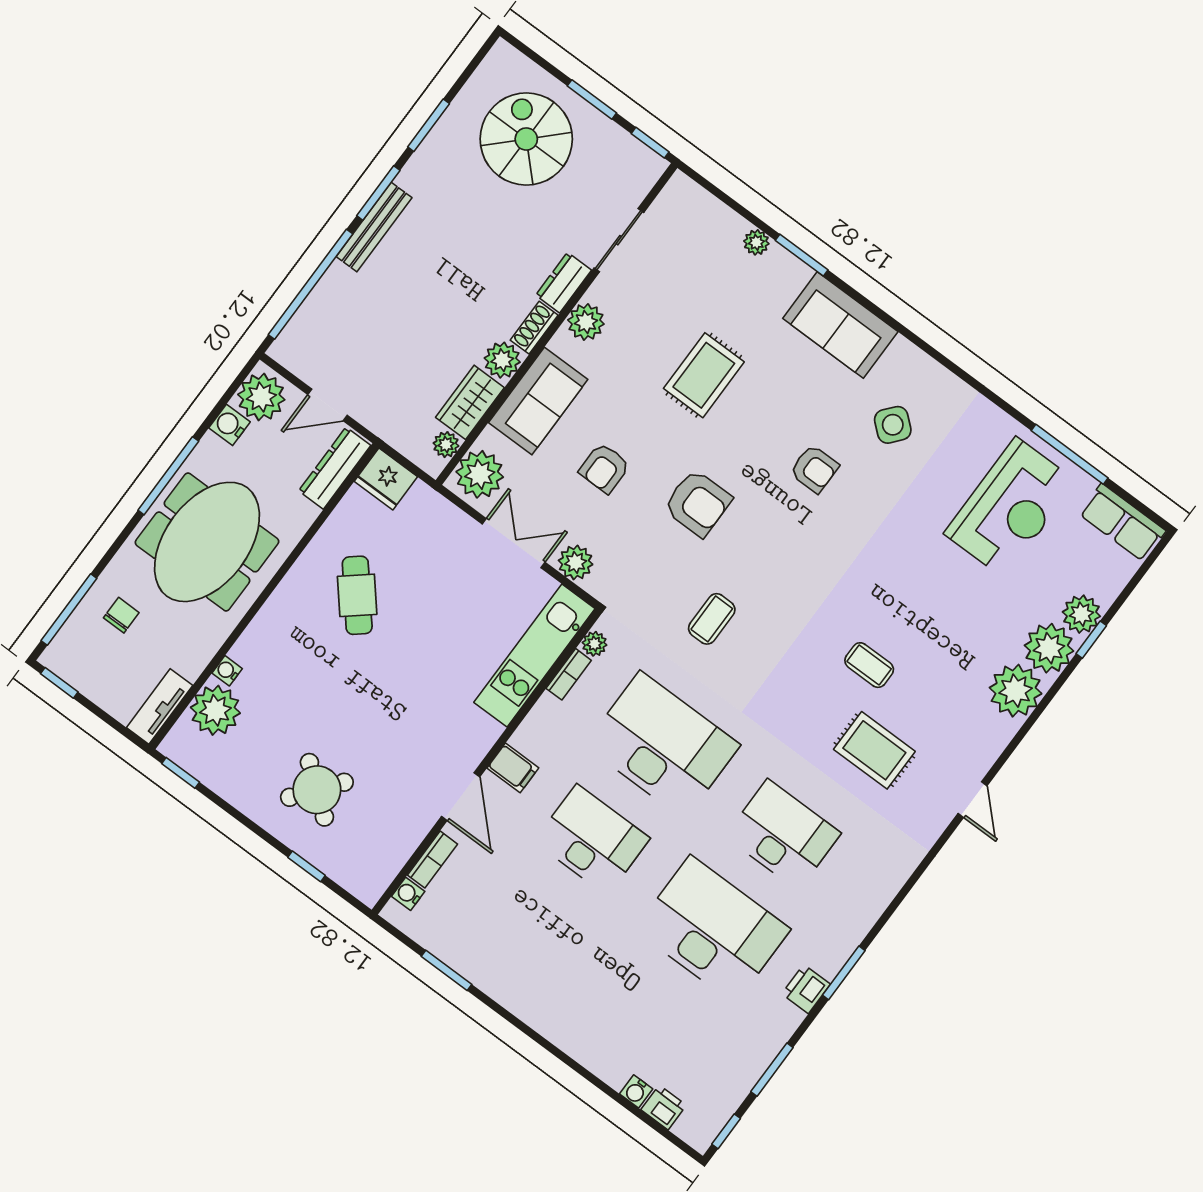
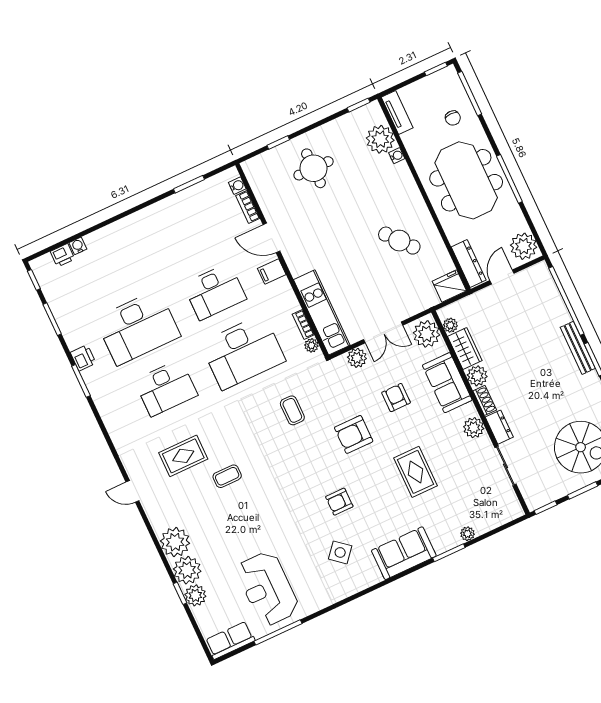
water cooler: (230, 425) -> (518, 223), removed
round table: (317, 790) -> (313, 168), turned -38

